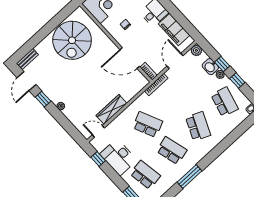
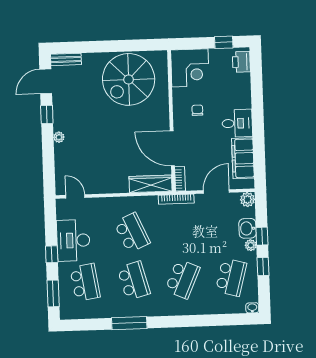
wardrobe: (111, 109) -> (151, 184), moved
window: (98, 159) -> (52, 254), moved

